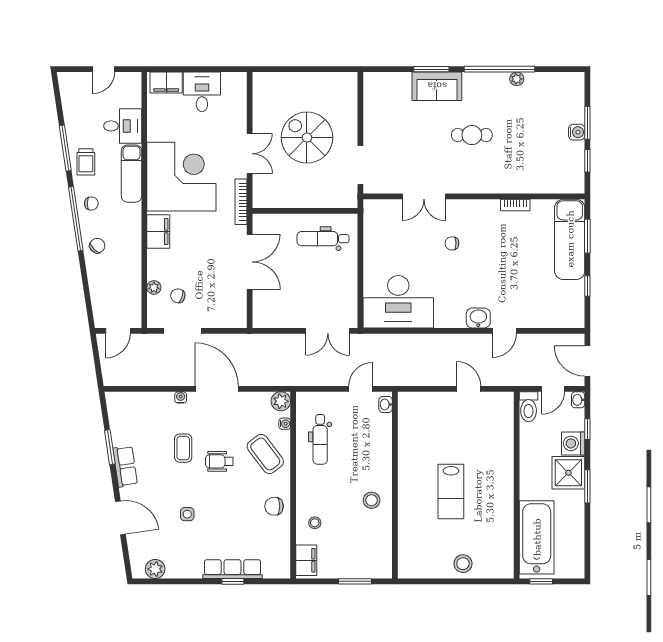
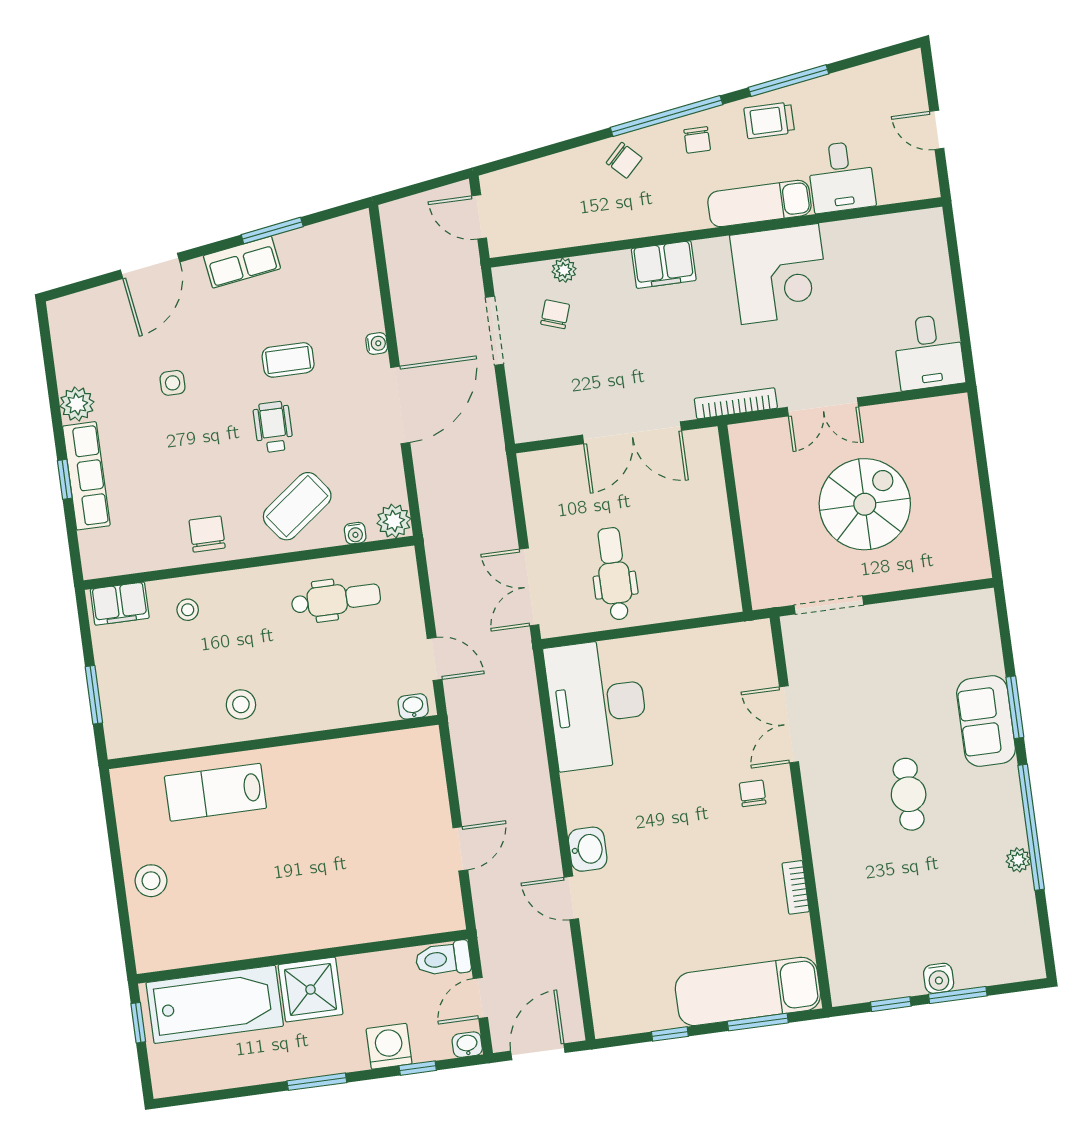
filing cabinet: (166, 83) -> (928, 243), removed
desk: (202, 92) -> (929, 352), moved, turned 90
corner desk: (181, 177) -> (780, 274), width x0.74, depth x0.74
dental chair: (323, 239) -> (614, 574), moved
chair: (452, 243) -> (753, 793), moved
door: (553, 389) -> (480, 998), hinge flipped
dental chair: (320, 439) -> (336, 599), turned 180
shower: (568, 473) -> (311, 990), moved
lab bench: (451, 492) -> (215, 792), moved
plant: (155, 569) -> (77, 404), moved

